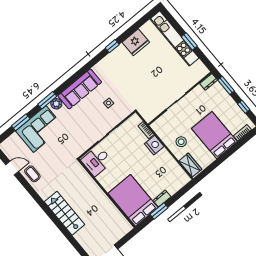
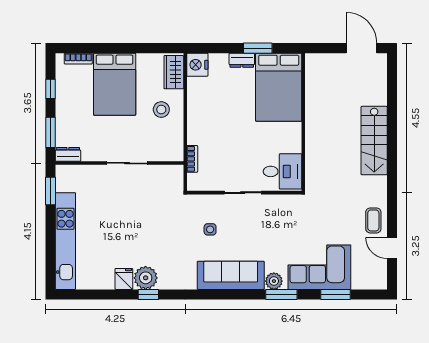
window: (189, 41) -> (51, 191), moved
fridge: (136, 42) -> (124, 279), width x0.53, depth x0.75
plant: (120, 53) -> (146, 278), added
nightstand: (154, 145) -> (197, 65), moved

